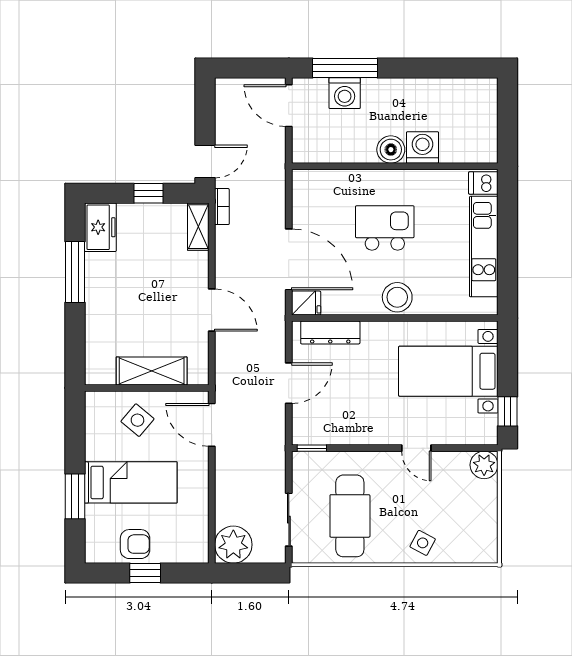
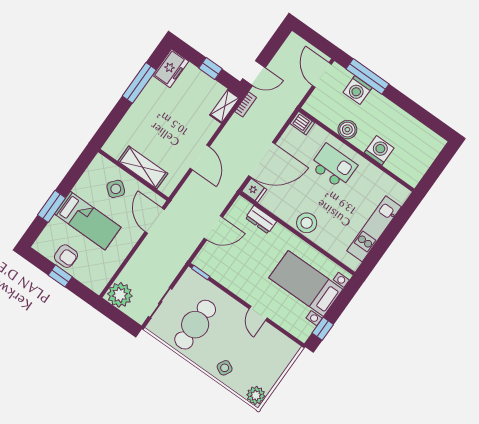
boiler: (391, 150) -> (347, 130), moved
dishwasher: (483, 183) -> (302, 123), moved, turned 180
kitchen island: (385, 228) -> (334, 166), moved
door: (289, 259) -> (262, 160), hinge flipped
dresser: (330, 332) -> (261, 220), width x0.70
plant: (484, 465) -> (256, 395), moved

